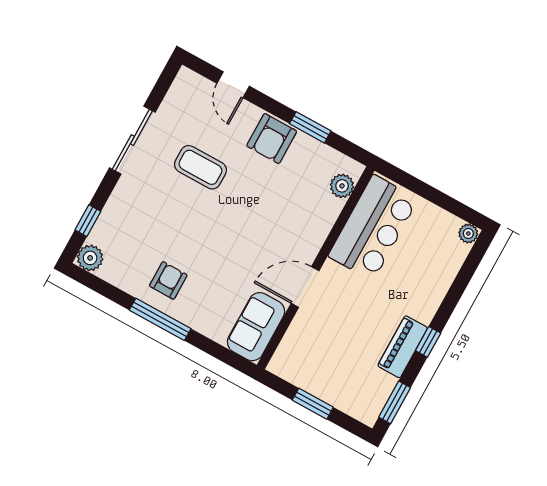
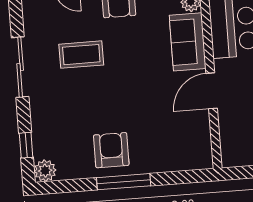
armchair: (168, 280) -> (111, 150), width x1.38, depth x1.38
sofa: (256, 327) -> (188, 42), moved

